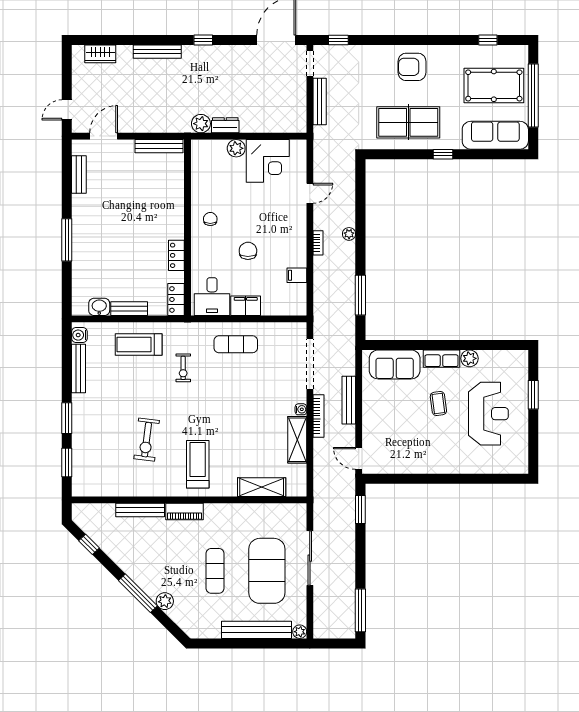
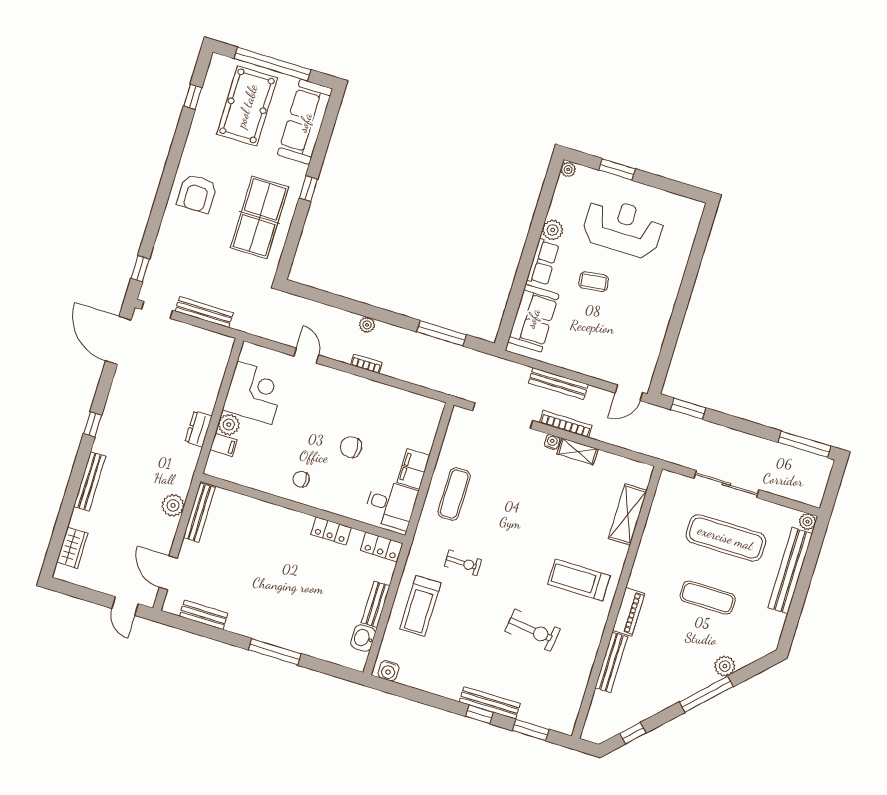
plant: (201, 124) -> (173, 505), moved
filing cabinet: (297, 275) -> (224, 445), moved, turned -90
plant: (521, 356) -> (568, 170), added
bench: (79, 368) -> (490, 703), moved
window: (67, 418) -> (480, 714), width x0.67
shelving: (297, 440) -> (578, 451), width x0.67, depth x0.75
exercise mat: (267, 571) -> (726, 538), width x0.68

